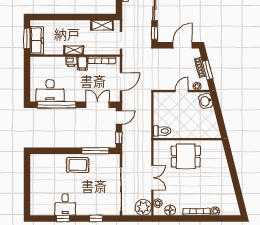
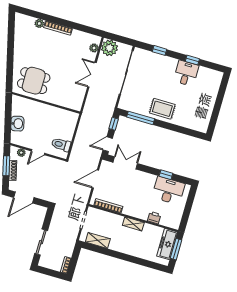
window: (154, 33) -> (48, 218), removed
printer: (71, 62) -> (154, 218), moved
filing cabinet: (82, 63) -> (128, 208), removed
washbasin: (206, 101) -> (17, 124), moved
window: (57, 105) -> (166, 175), width x0.32
double door: (98, 105) -> (125, 163), swing flipped
toilet: (162, 131) -> (61, 145), moved
dining table: (186, 156) -> (34, 81), moved
floor lamp: (170, 210) -> (84, 37), removed

